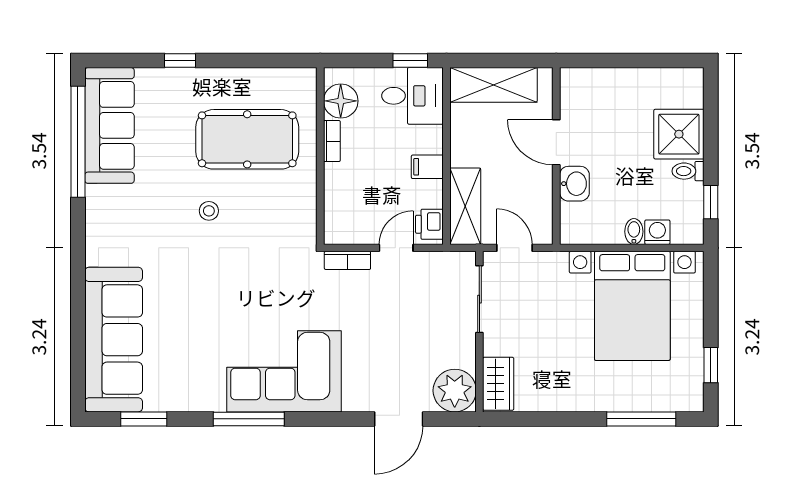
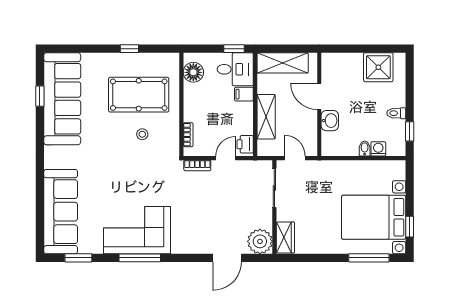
window: (180, 60) -> (129, 49), moved
sofa: (109, 125) -> (62, 99), width x1.36, depth x1.27
shower: (679, 134) -> (378, 67), moved
bookcase: (332, 141) -> (188, 135), moved
window: (78, 142) -> (40, 96), width x0.32
filing cabinet: (427, 167) -> (244, 94), moved
shelving: (465, 206) -> (266, 117), moved
stool: (209, 211) -> (142, 134), moved
bed with nightstands: (632, 306) -> (374, 217), moved, turned 90
corner sofa: (284, 371) -> (137, 230), moved

